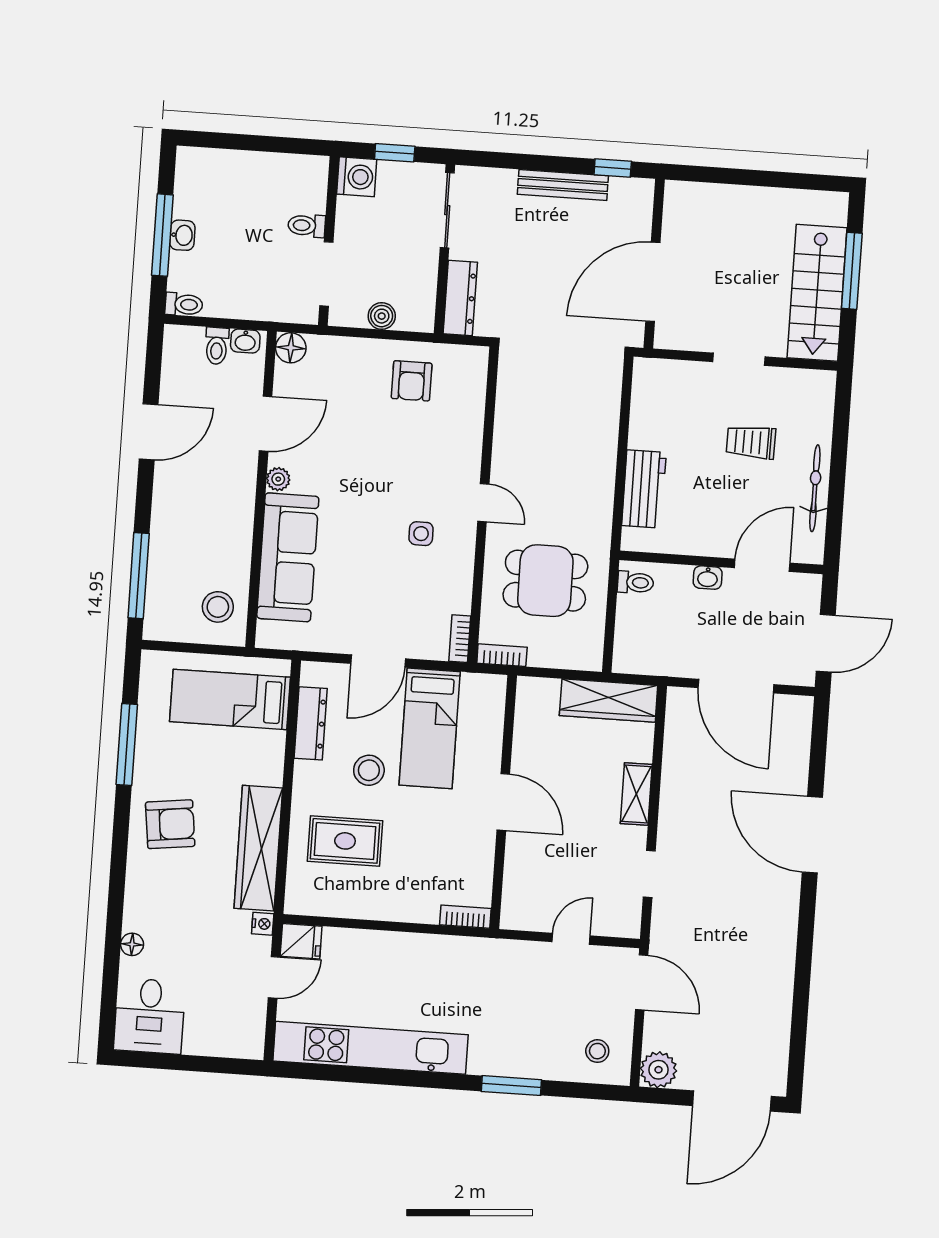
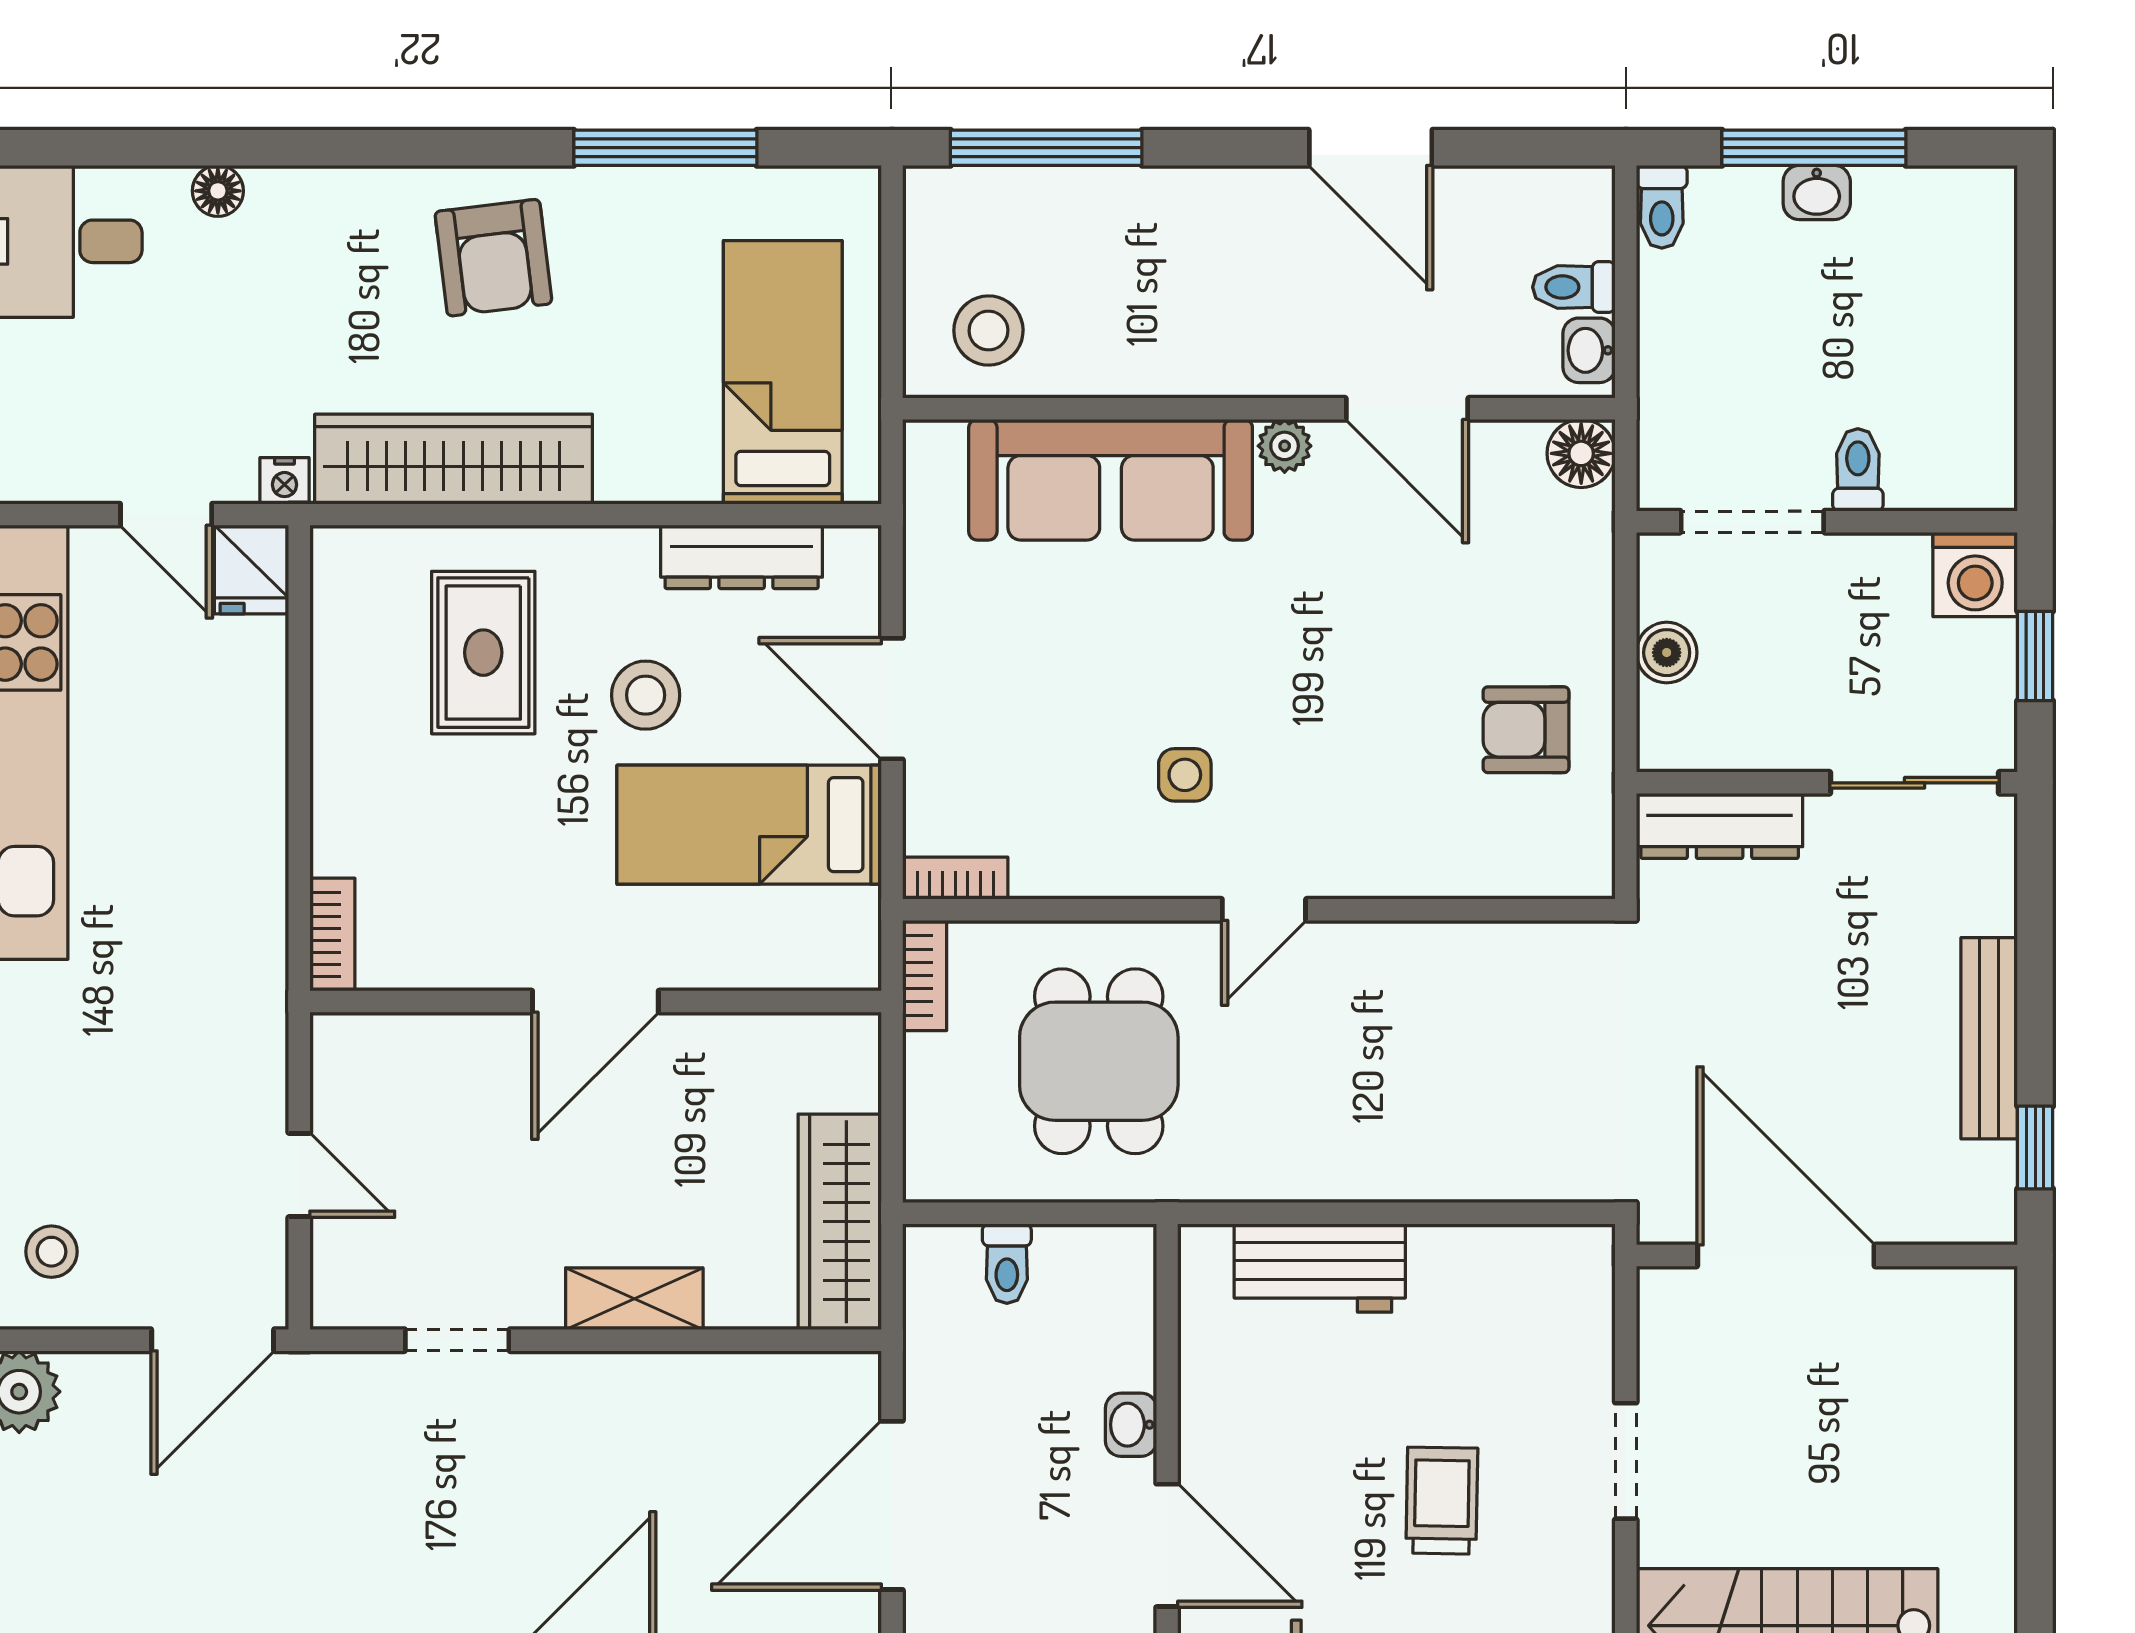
toilet: (635, 582) -> (1007, 1264), moved

